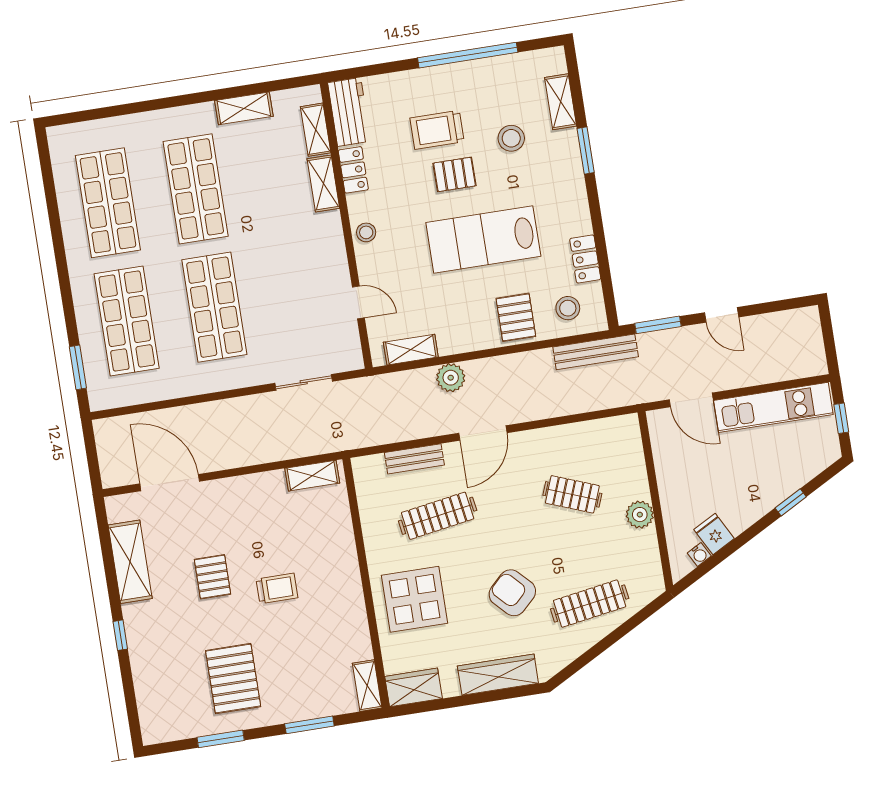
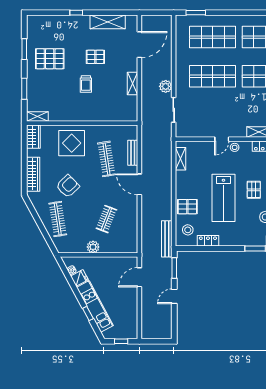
lab bench: (483, 239) -> (223, 198), turned 180
door: (358, 302) -> (222, 139), moved
plant: (451, 378) -> (166, 86), moved
kitchen unit: (773, 407) -> (95, 306), moved, turned 152
shelving: (312, 476) -> (132, 83), moved

